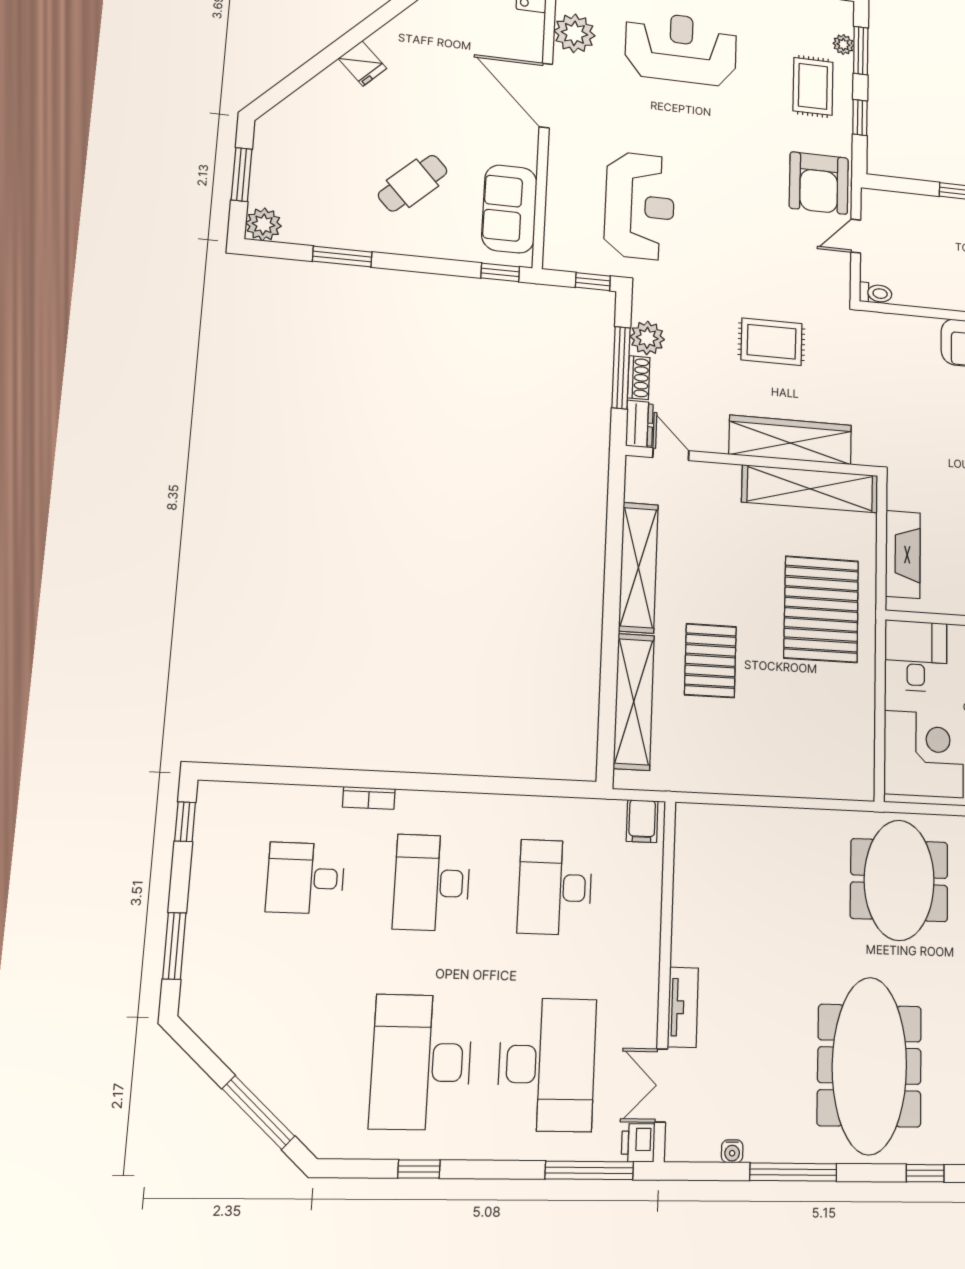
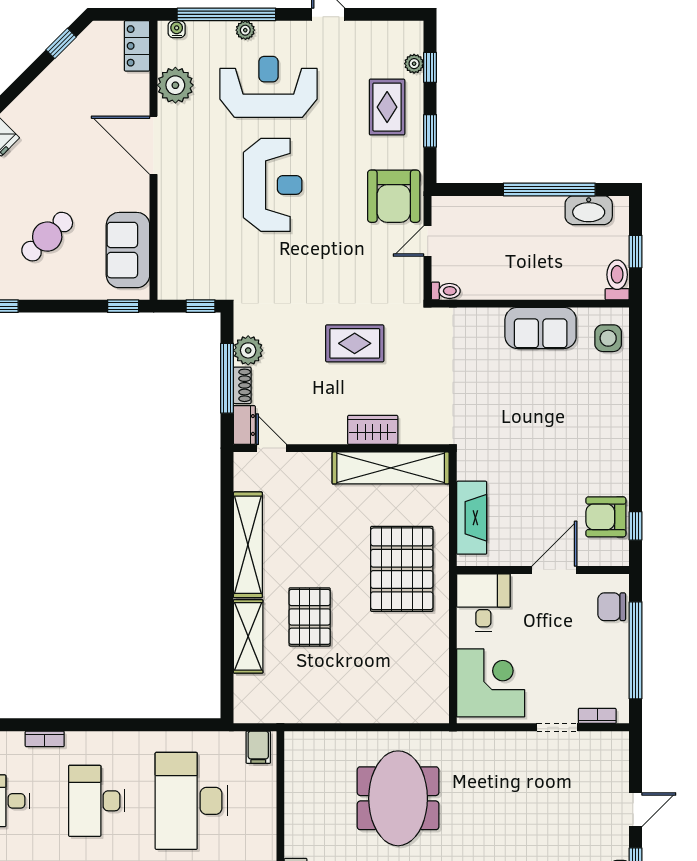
window: (861, 51) -> (430, 67), width x0.67
reception desk: (640, 206) -> (273, 185), moved
wardrobe: (790, 440) -> (373, 430), width x0.48, depth x0.85
shelving: (634, 702) -> (248, 636), width x0.68
meeting table: (899, 880) -> (398, 798), moved
desk: (555, 887) -> (191, 801), width x1.36, depth x1.30

